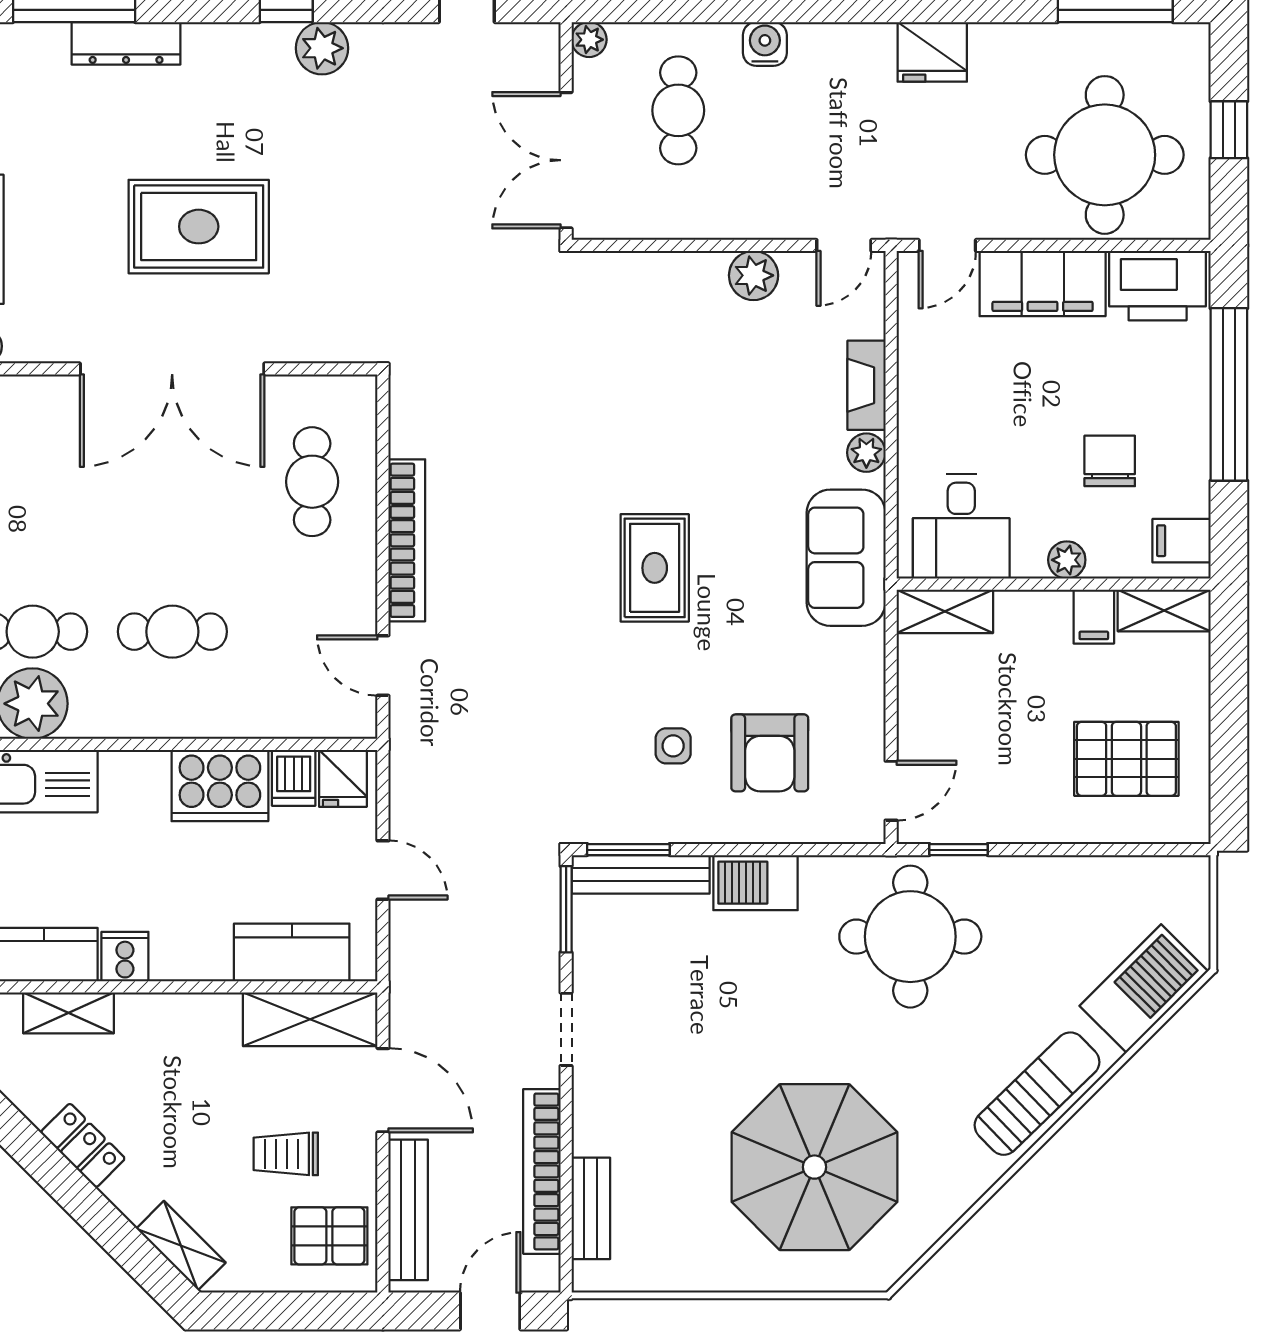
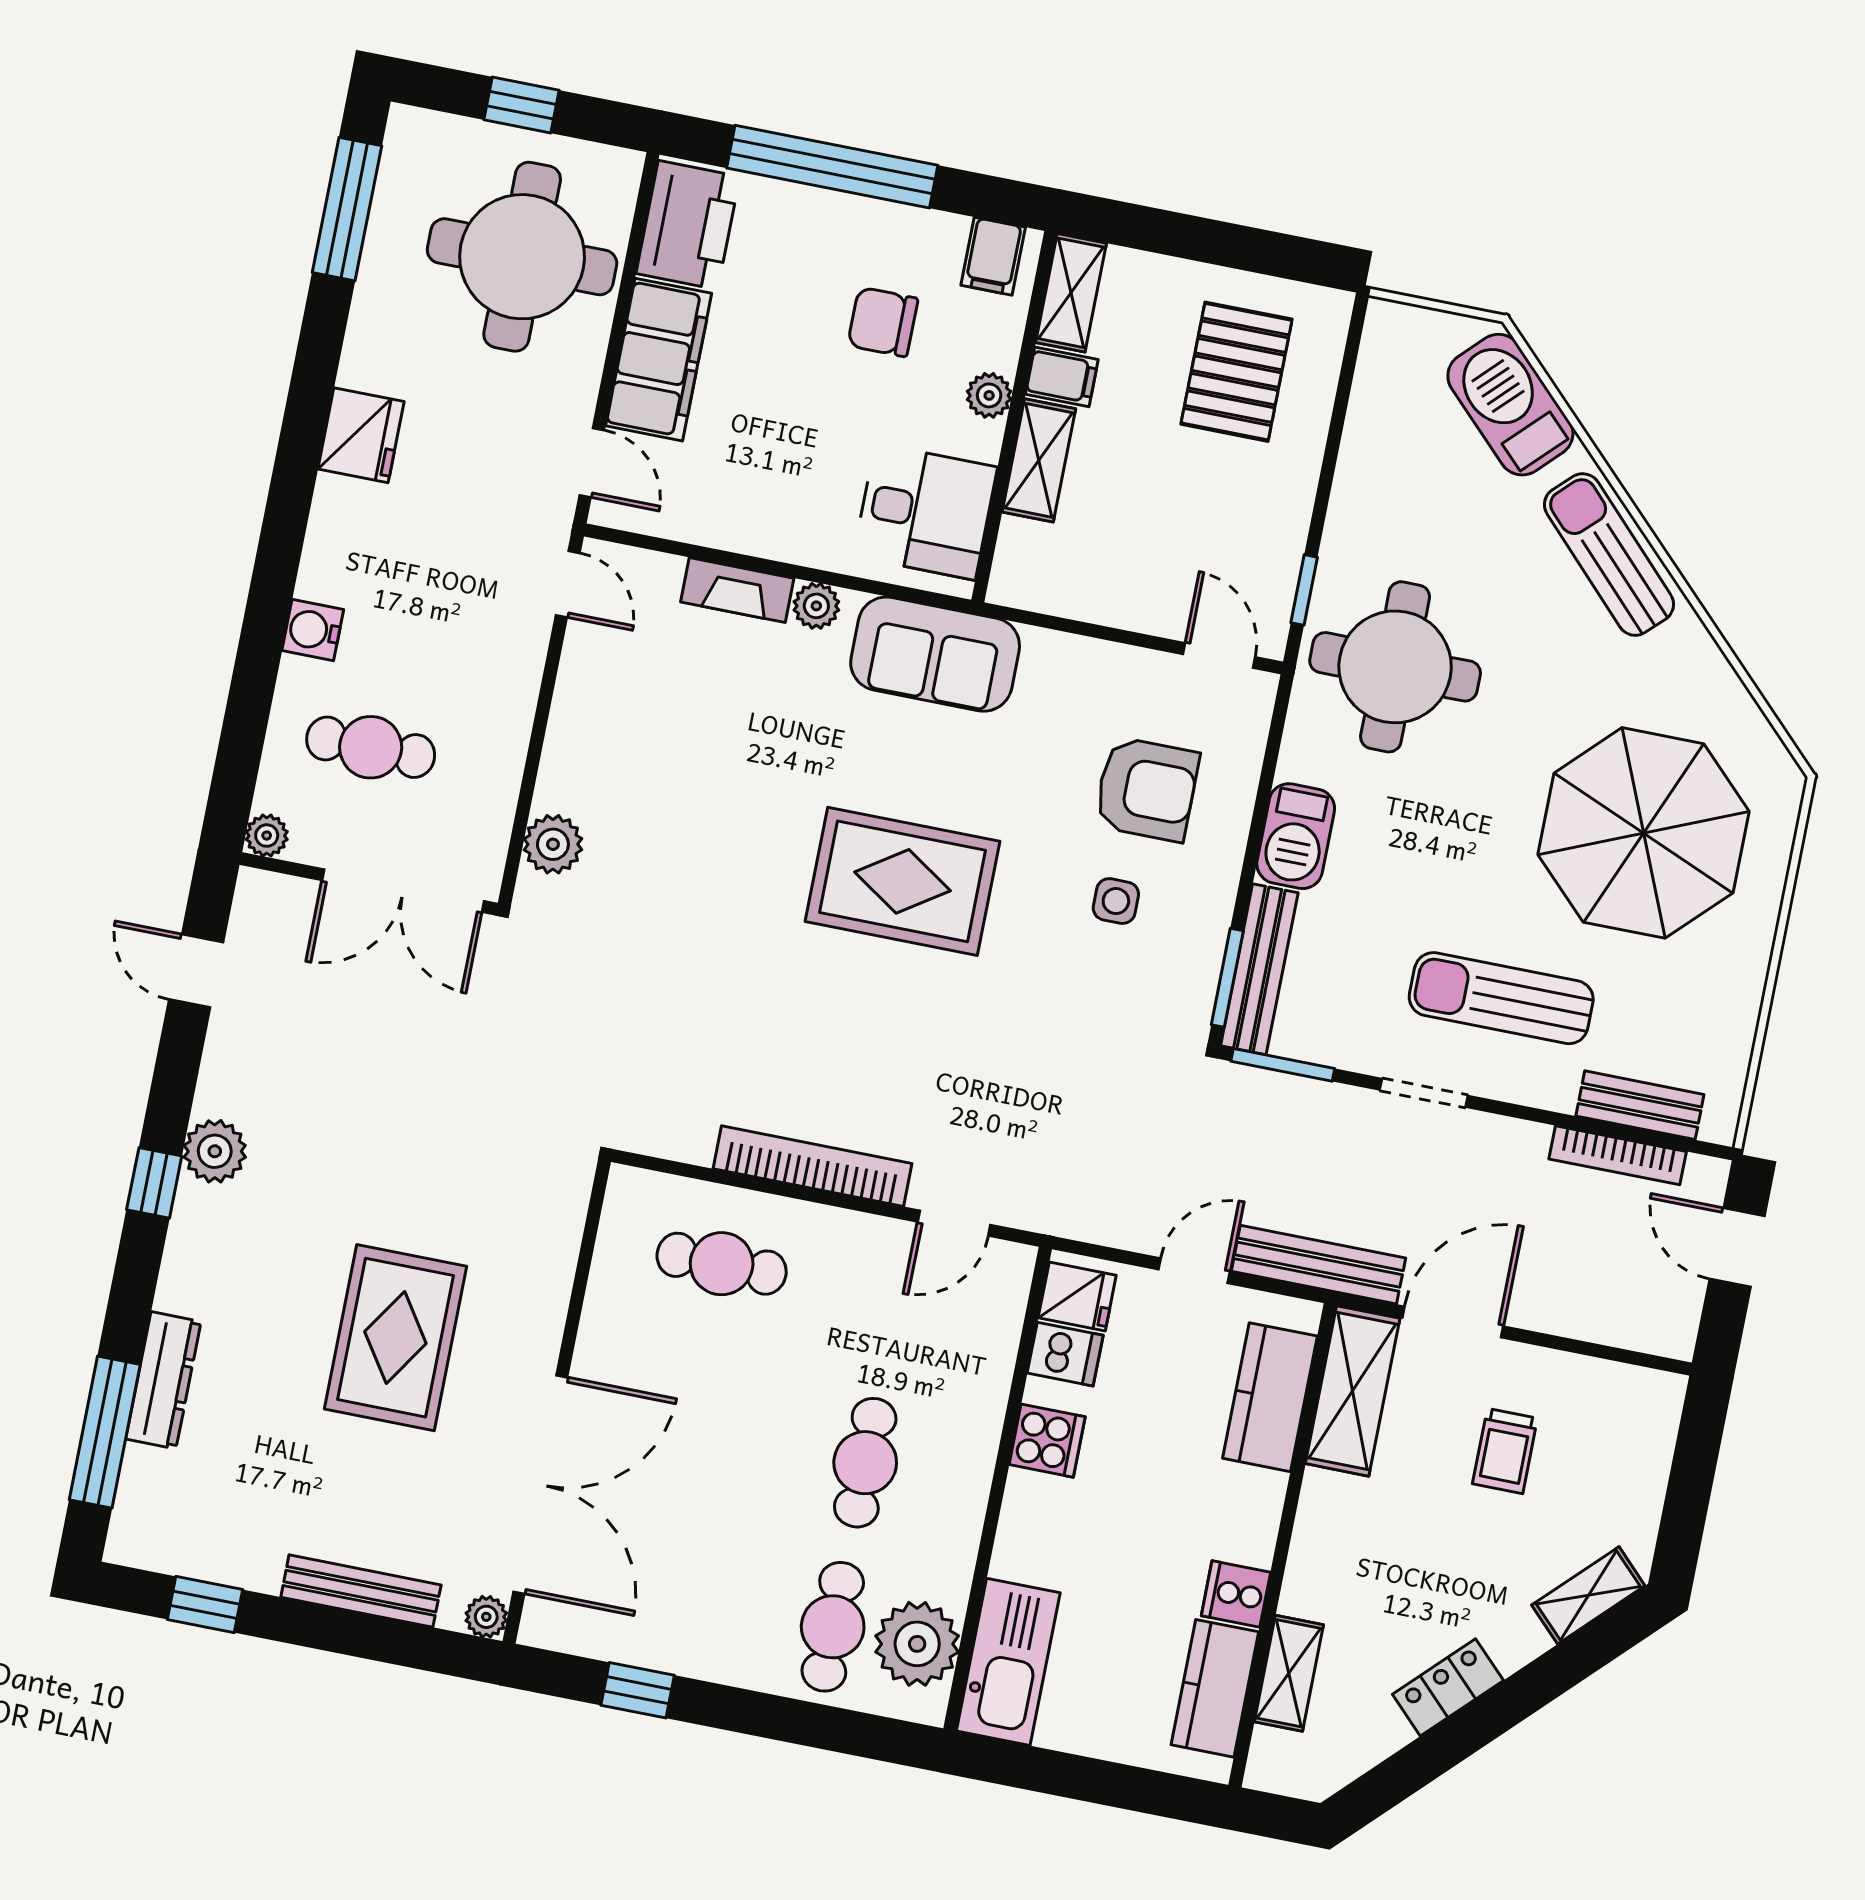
plant: (754, 275) -> (553, 844), moved
double door: (172, 369) -> (540, 1485), moved
rug: (655, 568) -> (903, 881), width x1.36, depth x1.43
shelving: (945, 611) -> (1039, 460), moved
cooker: (220, 785) -> (1047, 1441), width x0.53, depth x0.76
sun lounger: (656, 1077) -> (1501, 998), added
bookcase: (542, 1171) -> (1618, 1155), width x0.68, depth x0.76
bench: (408, 1210) -> (1318, 1265), moved
pallet: (329, 1236) -> (1612, 1419), removed

